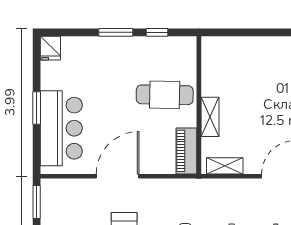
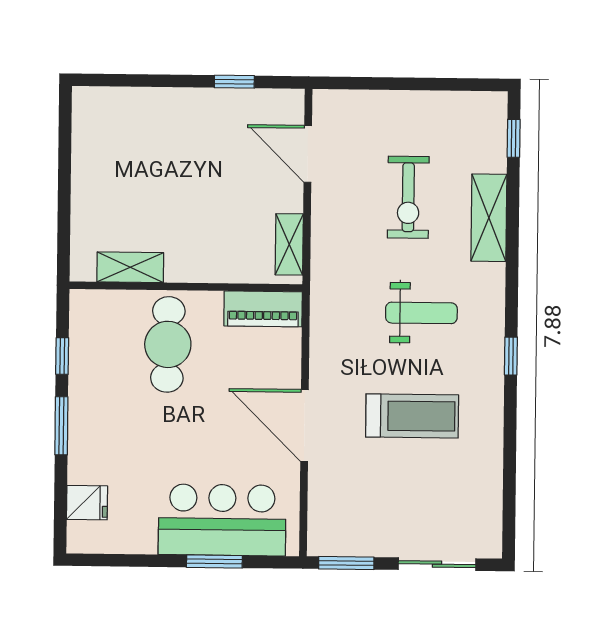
fridge: (50, 48) -> (87, 503), moved
window: (37, 108) -> (214, 561), moved
shelving: (210, 117) -> (130, 267), moved

